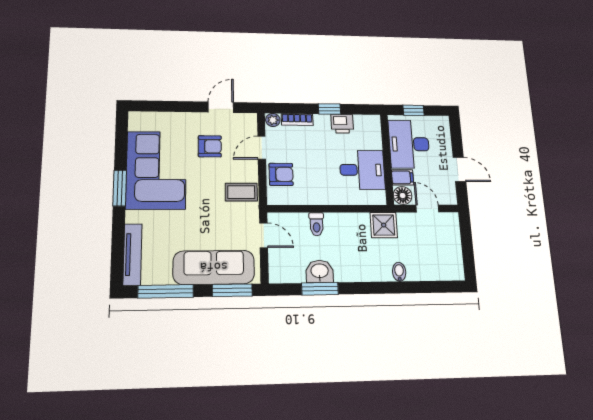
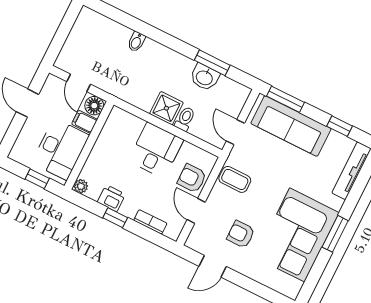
plant: (273, 120) -> (81, 186), moved
door: (262, 148) -> (196, 211), swing flipped
desk: (362, 170) -> (156, 150), moved, turned 90
shower: (384, 225) -> (166, 108), moved
window: (166, 291) -> (340, 126), width x0.46

